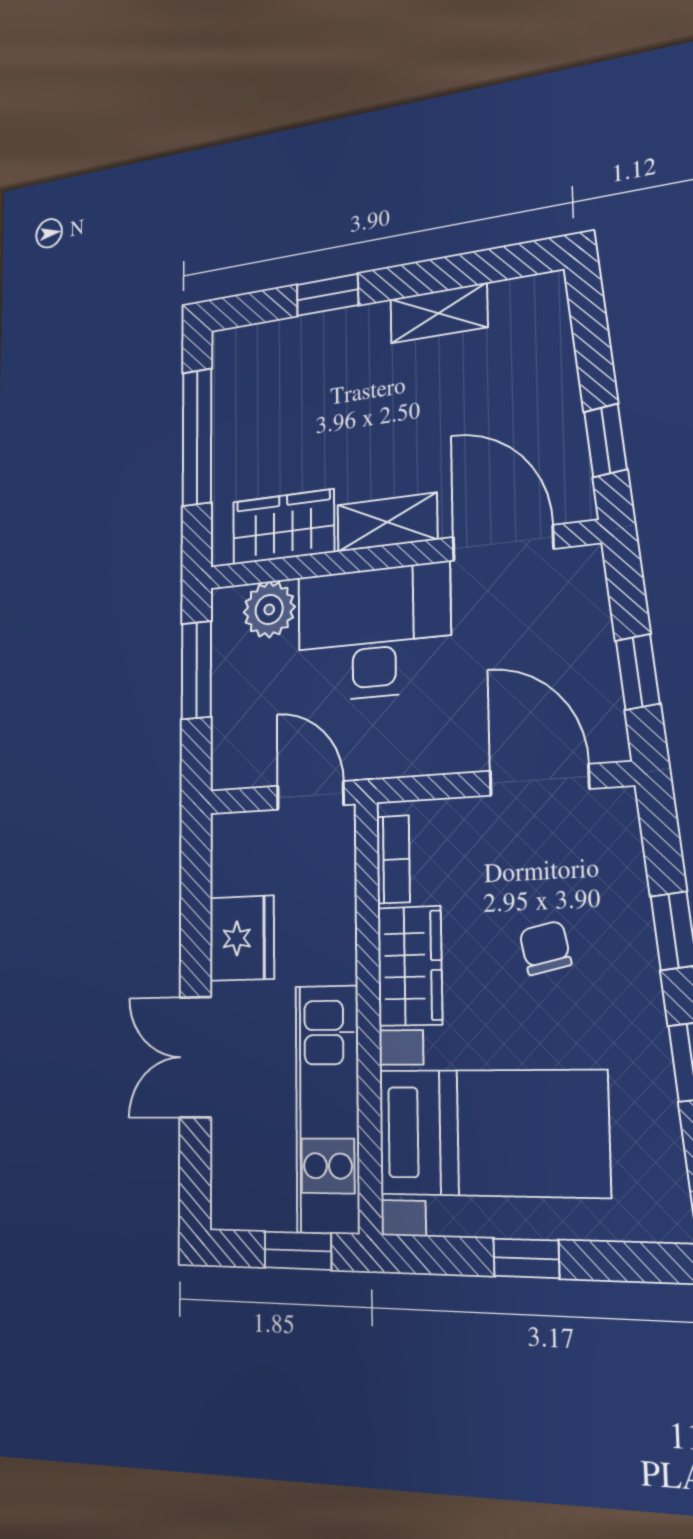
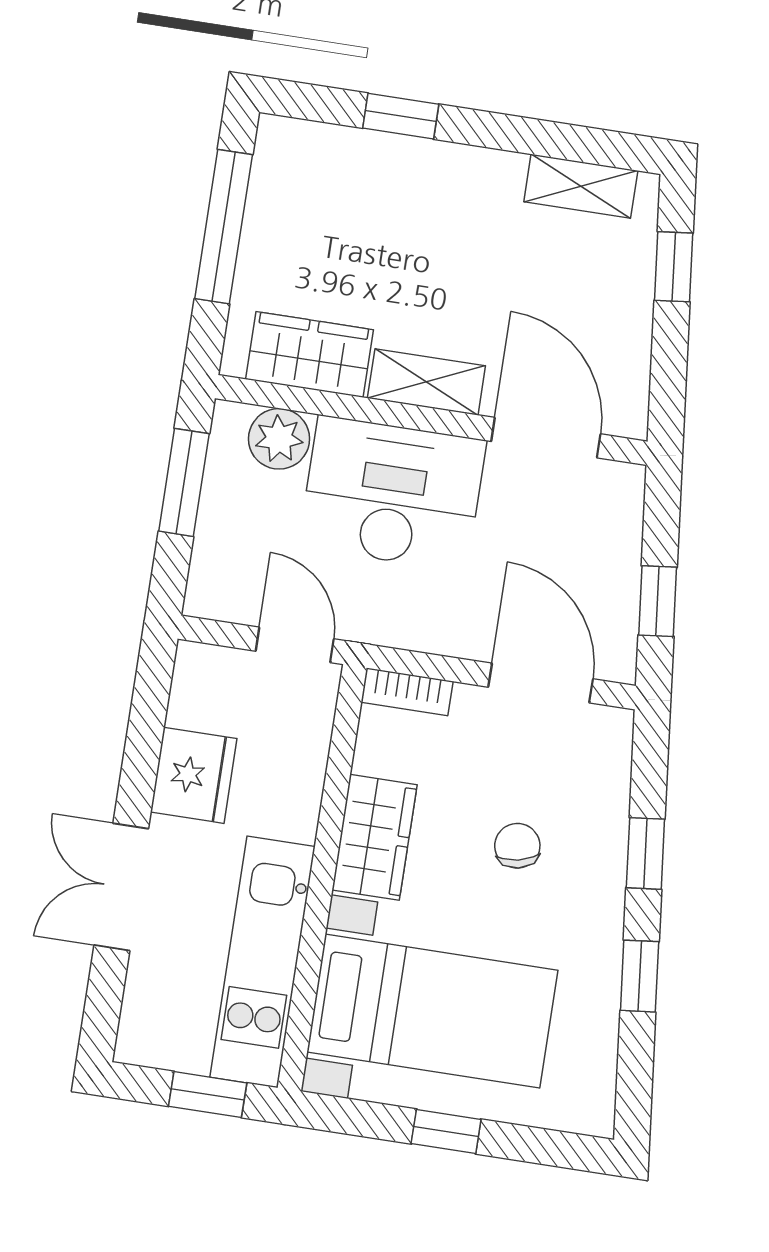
shelving: (439, 313) -> (581, 186), moved
window: (606, 441) -> (674, 267), moved
bookcase: (393, 859) -> (407, 692), moved, turned 90

